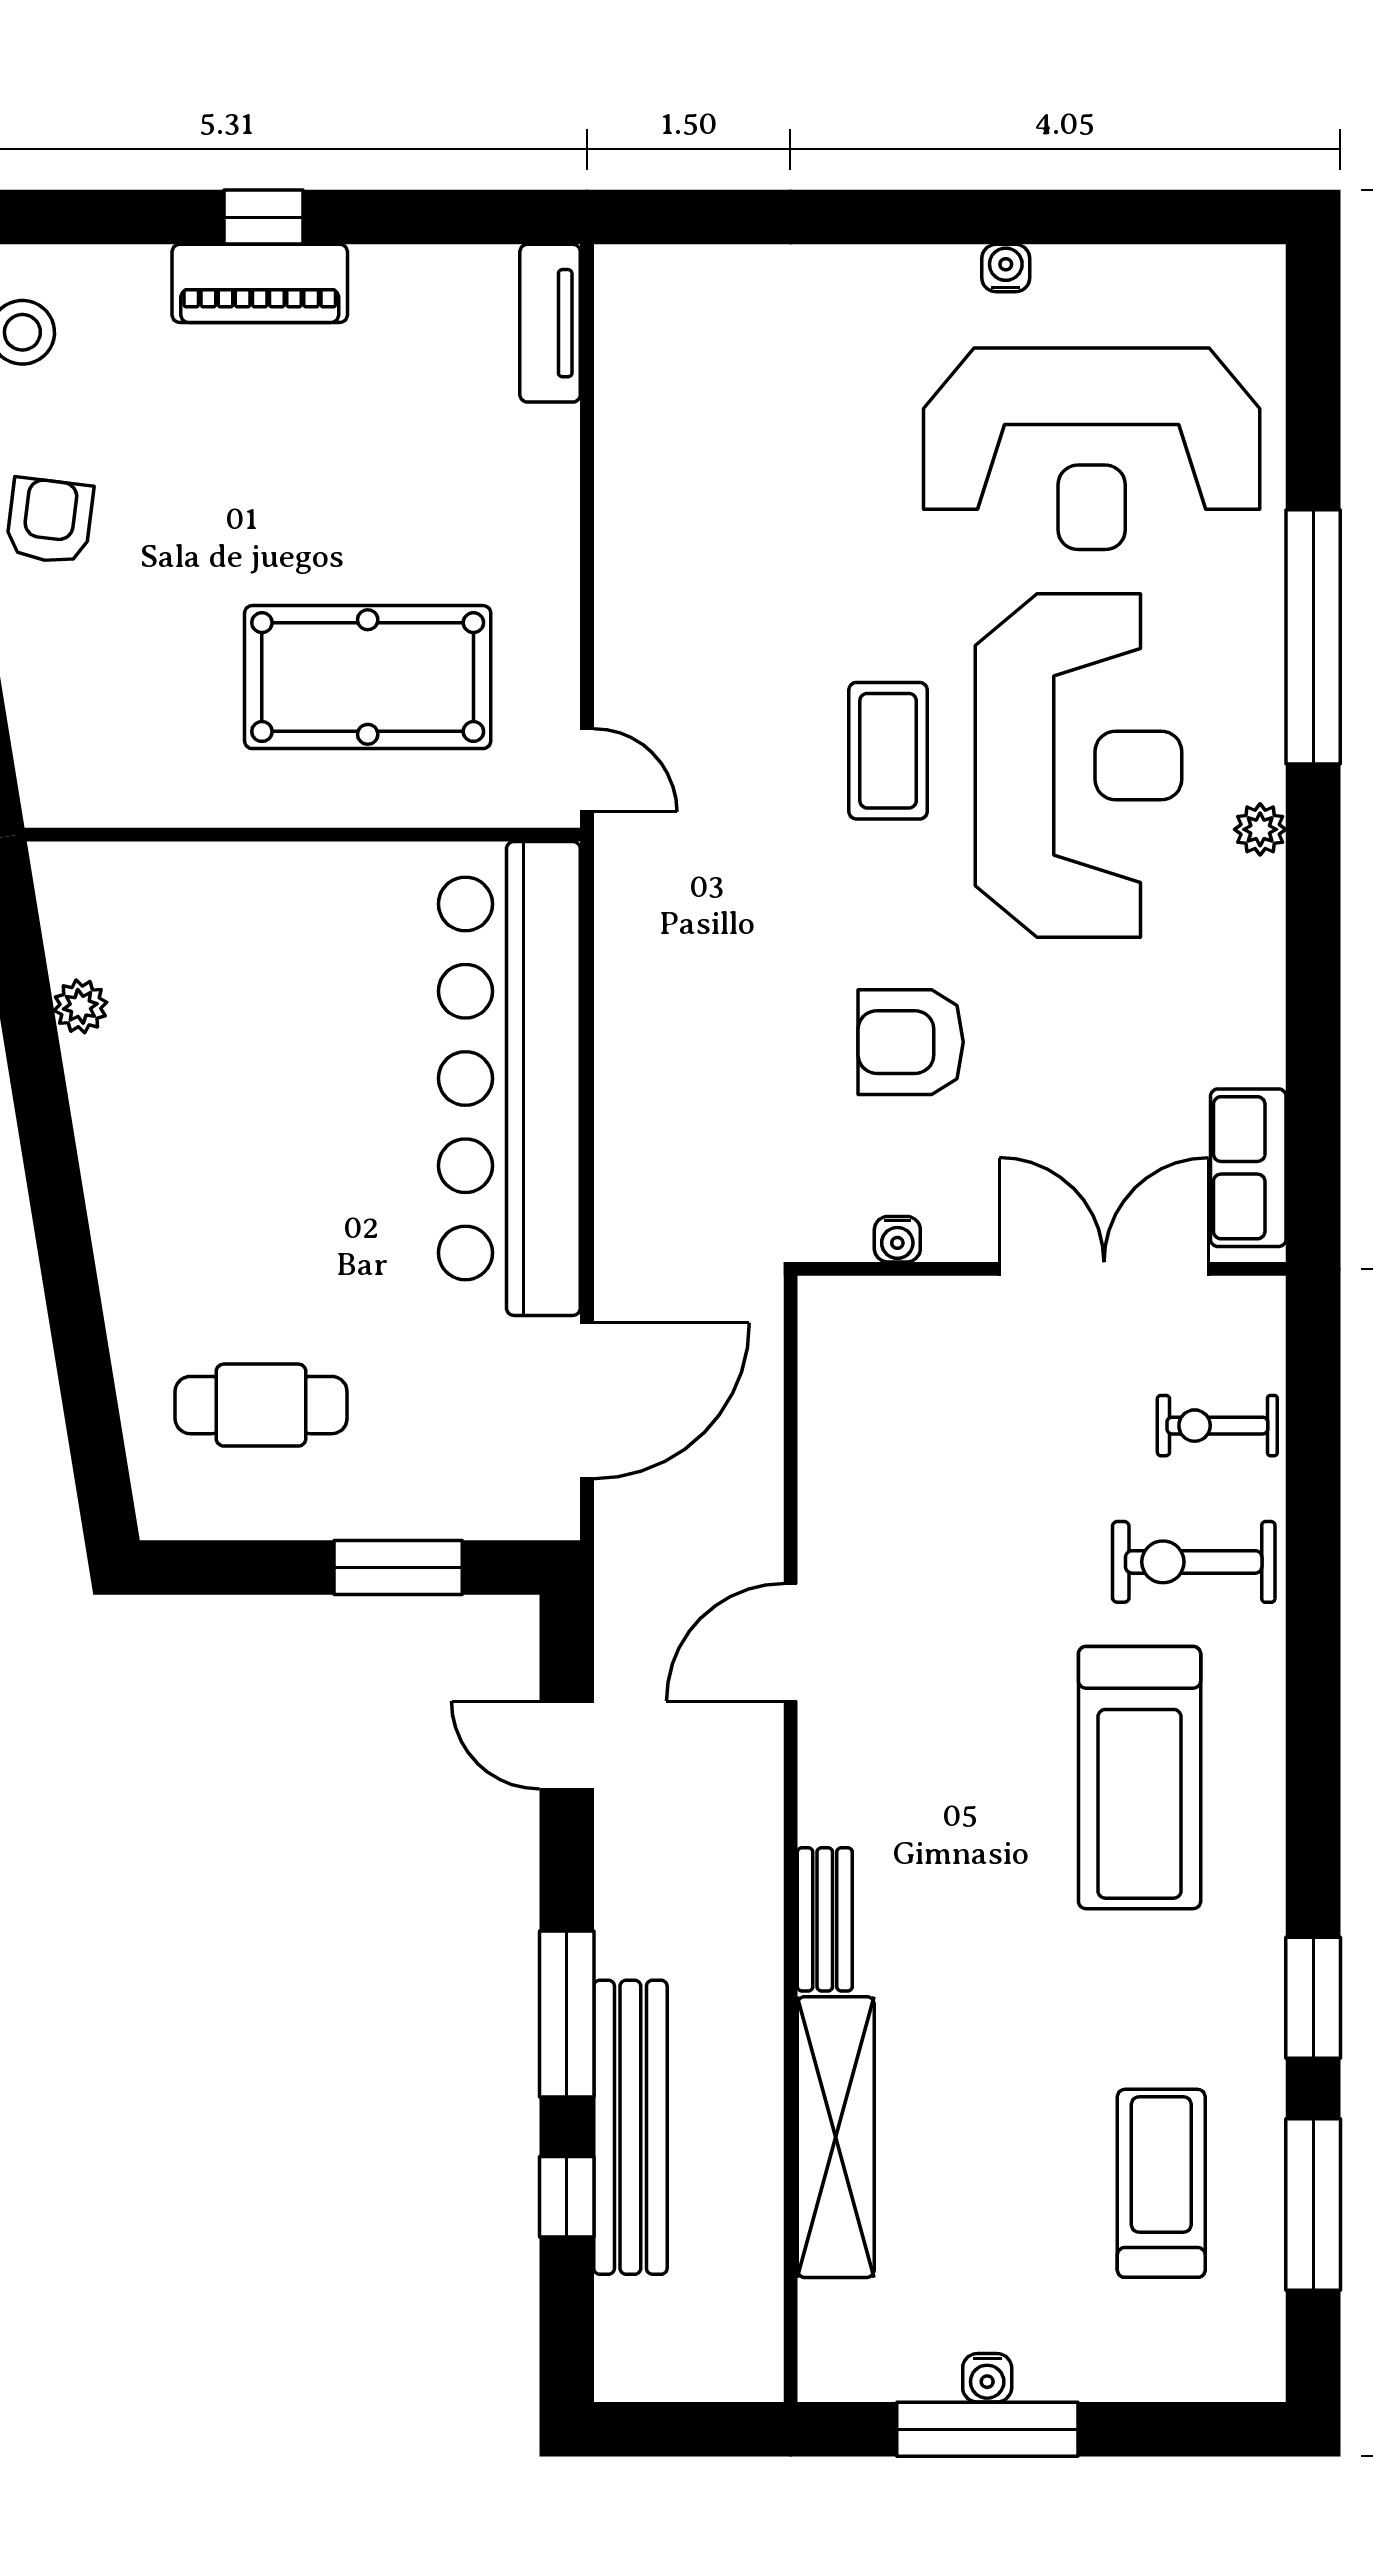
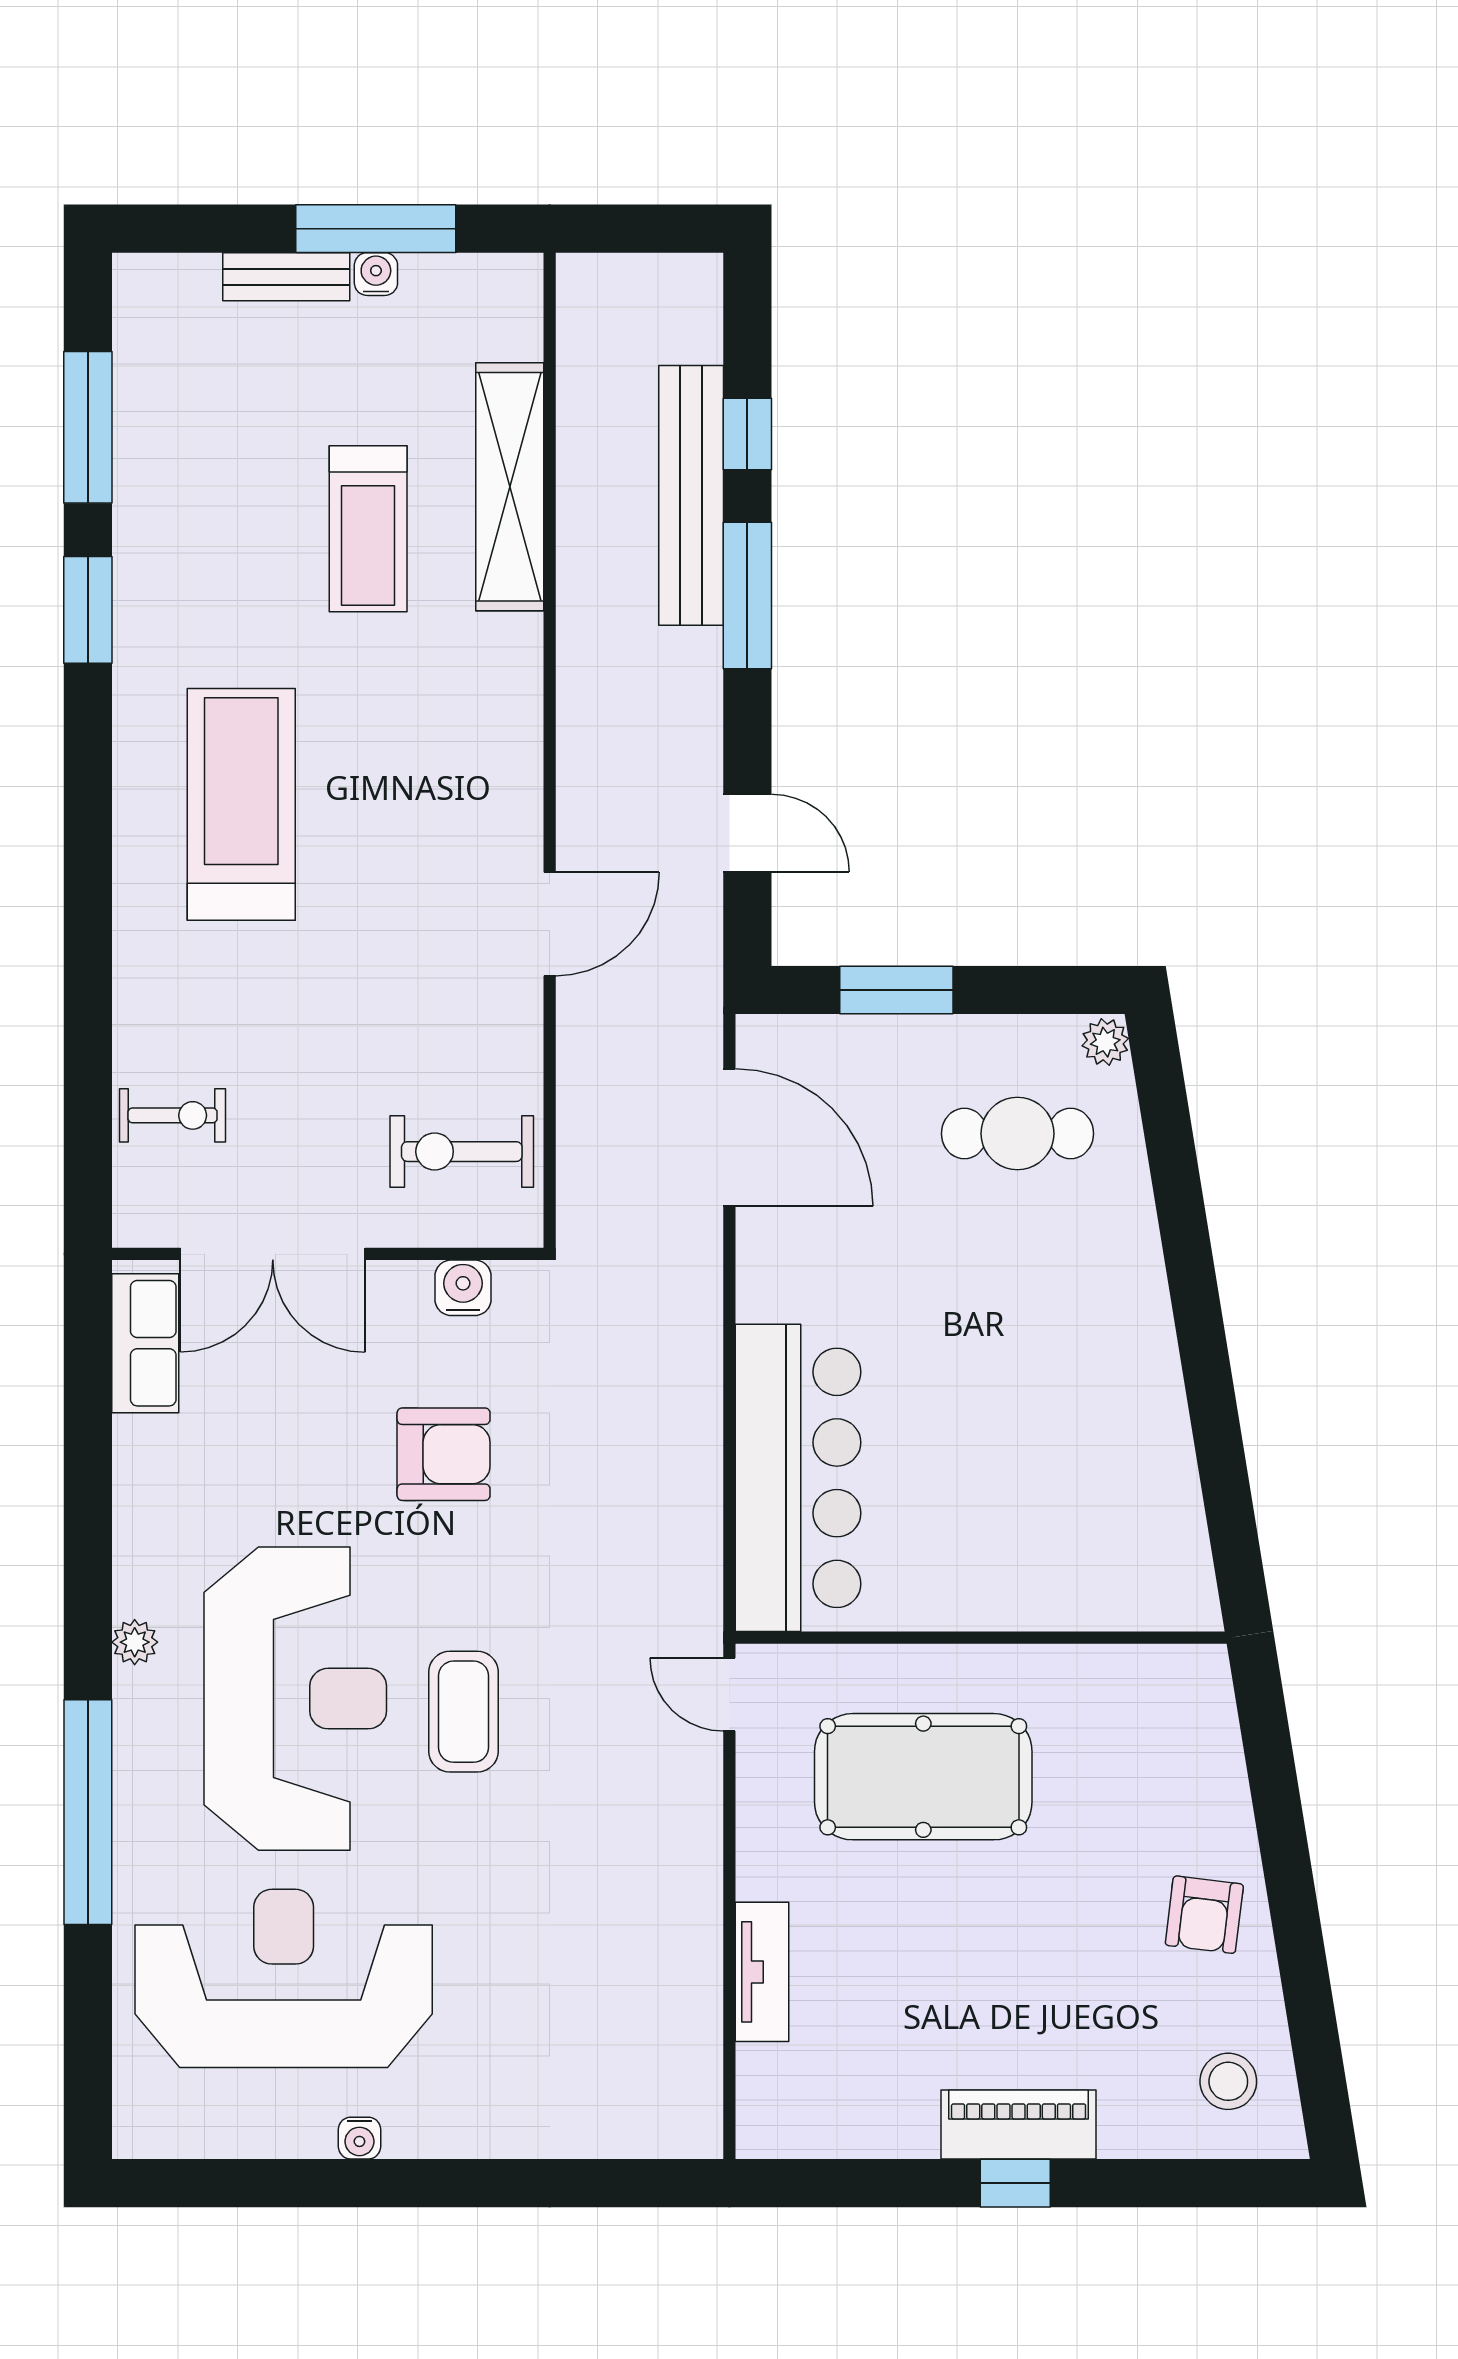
tv unit: (550, 323) -> (762, 1972), moved
reception desk: (1078, 766) -> (295, 1699), turned 180
plant: (80, 1006) -> (1105, 1042), moved
bar counter: (509, 1078) -> (798, 1478), width x0.73
water cooler: (897, 1239) -> (463, 1288), width x1.38, depth x1.38
door: (587, 1401) -> (729, 1137), swing flipped
exercise bike: (1194, 1562) -> (462, 1152), moved, turned 180
bench: (825, 1919) -> (286, 277), moved, turned 90
treadmill: (1161, 2183) -> (368, 529), moved

